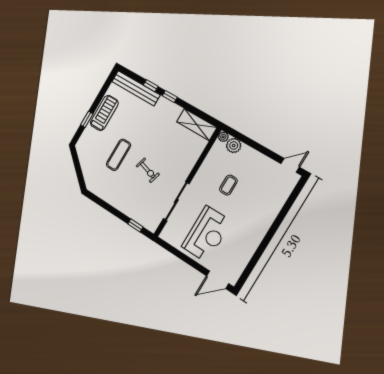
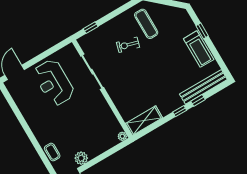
plant: (234, 145) -> (81, 158), moved
exercise mat: (119, 155) -> (146, 24), moved
exercise bike: (148, 170) -> (128, 45), moved
coffee table: (228, 185) -> (52, 152), moved

